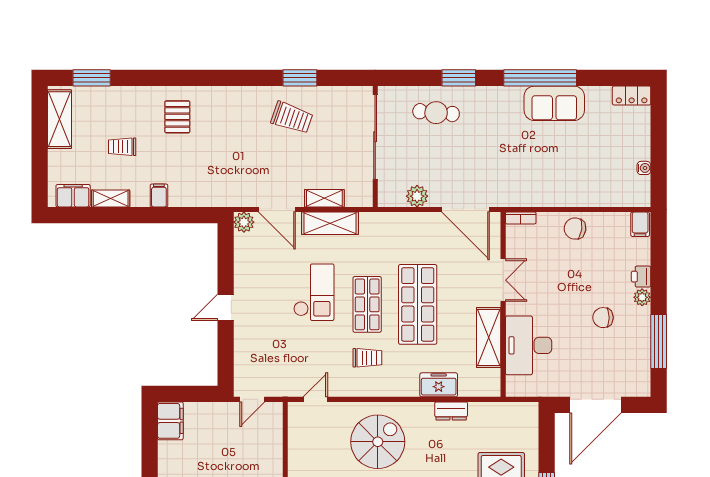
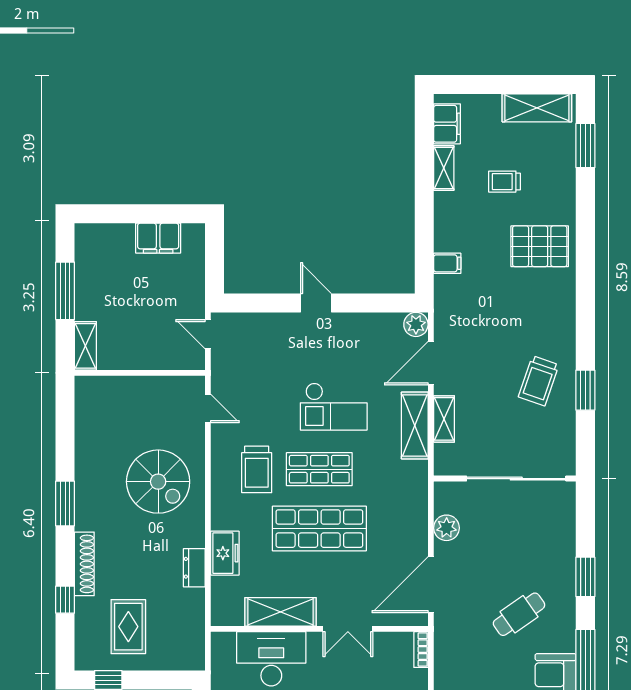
cafe table: (436, 113) -> (519, 614), moved, turned 50
pallet: (177, 117) -> (540, 246), width x1.50, depth x1.42
trolley: (122, 147) -> (504, 182), turned -90
filing cabinet: (159, 196) -> (447, 263), moved
trolley: (367, 358) -> (257, 469), width x1.36, depth x1.39
filing cabinet: (170, 421) -> (158, 238), moved

